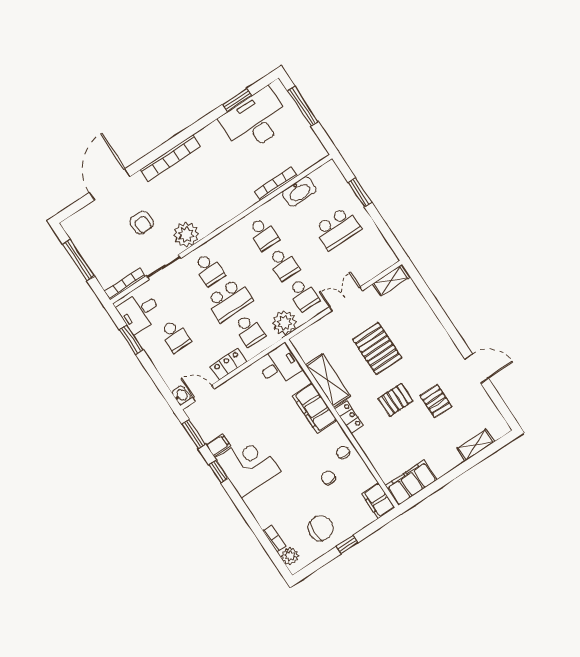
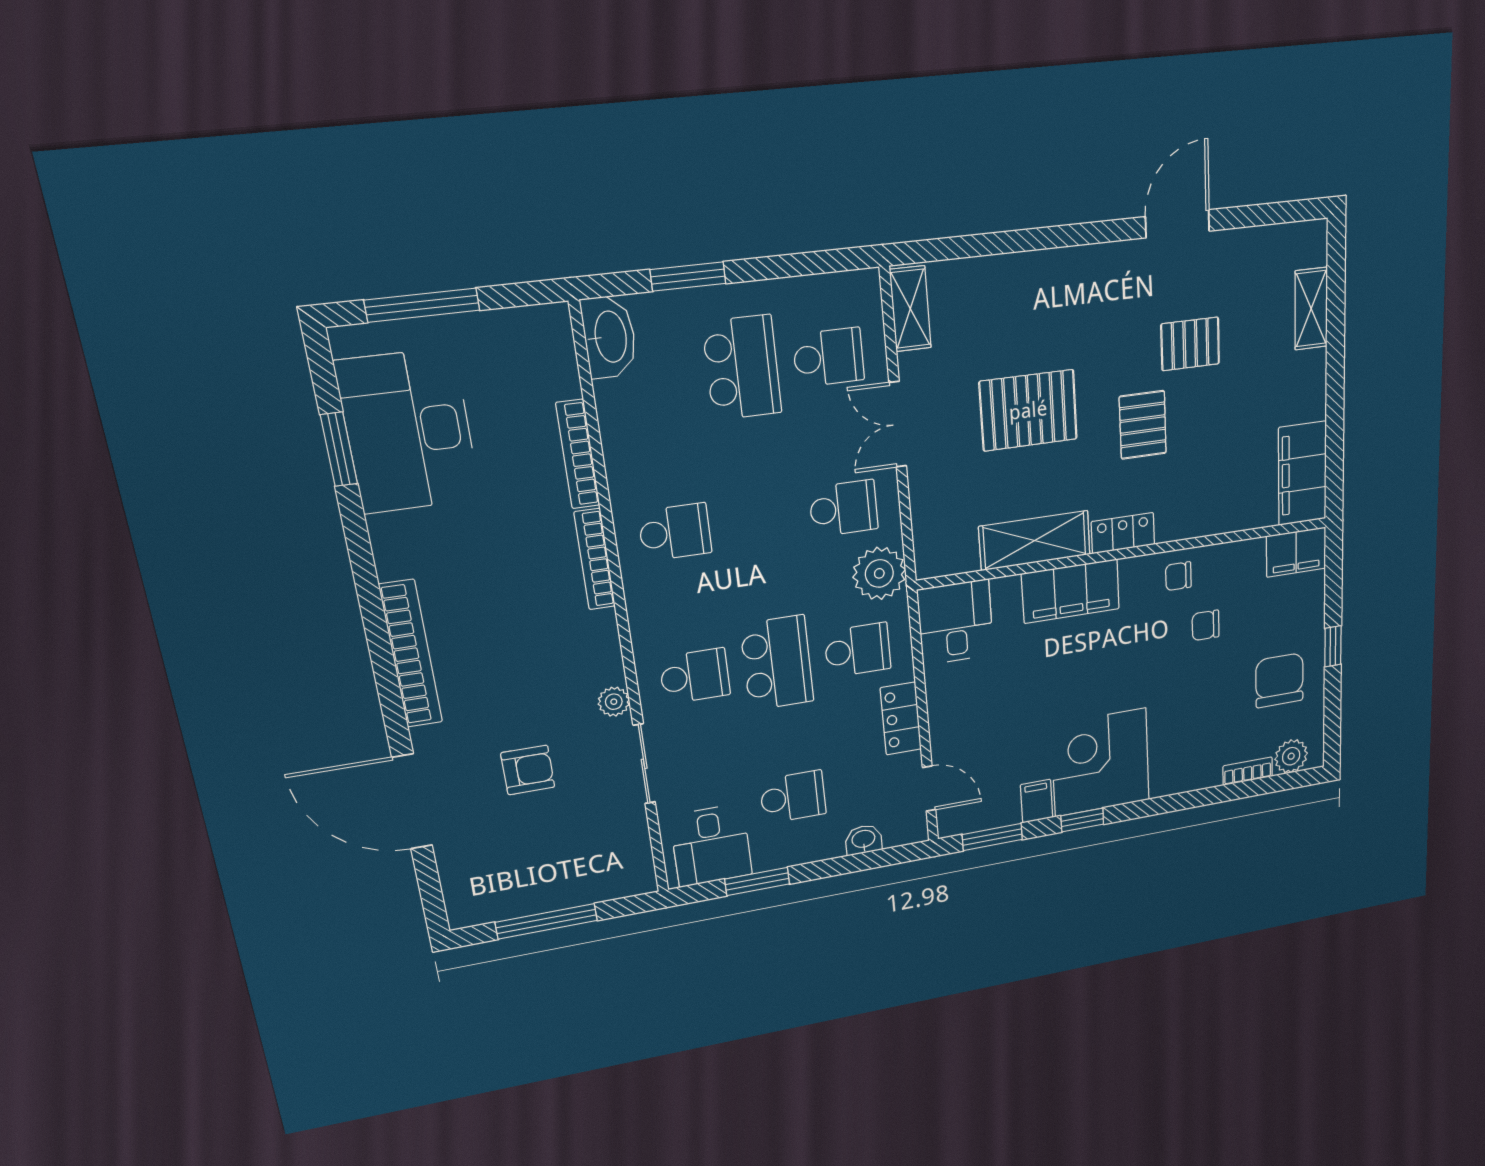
washbasin: (299, 192) -> (609, 337), moved
plant: (186, 235) -> (614, 702), width x0.53, depth x0.53
school desk: (283, 264) -> (828, 357), moved
bookcase: (125, 284) -> (595, 559), moved
door: (203, 393) -> (929, 789), swing flipped
washbasin: (181, 395) -> (864, 840), moved

